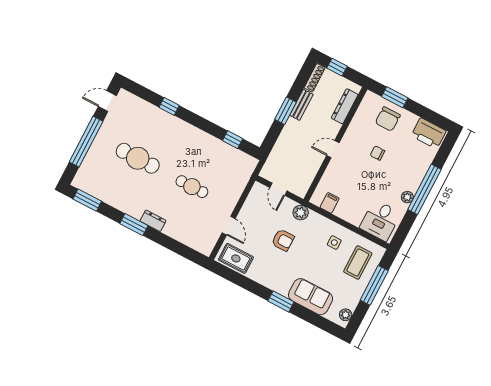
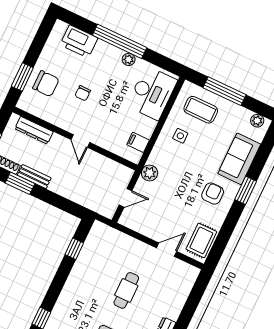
window: (285, 111) -> (20, 183), moved
printer: (429, 133) -> (79, 41), moved, turned 90
desk: (380, 220) -> (152, 93), width x1.37
armchair: (283, 240) -> (213, 194), moved

